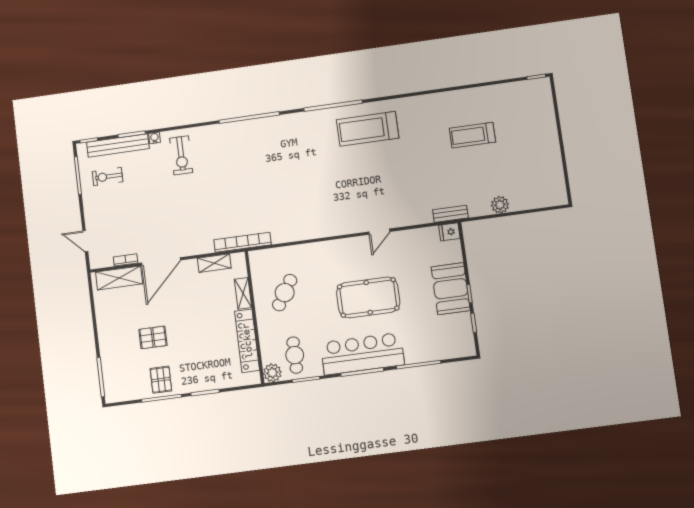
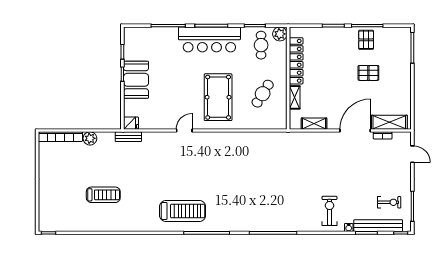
bookcase: (242, 242) -> (60, 137), moved
pool table: (368, 297) -> (218, 97), moved, turned 90

